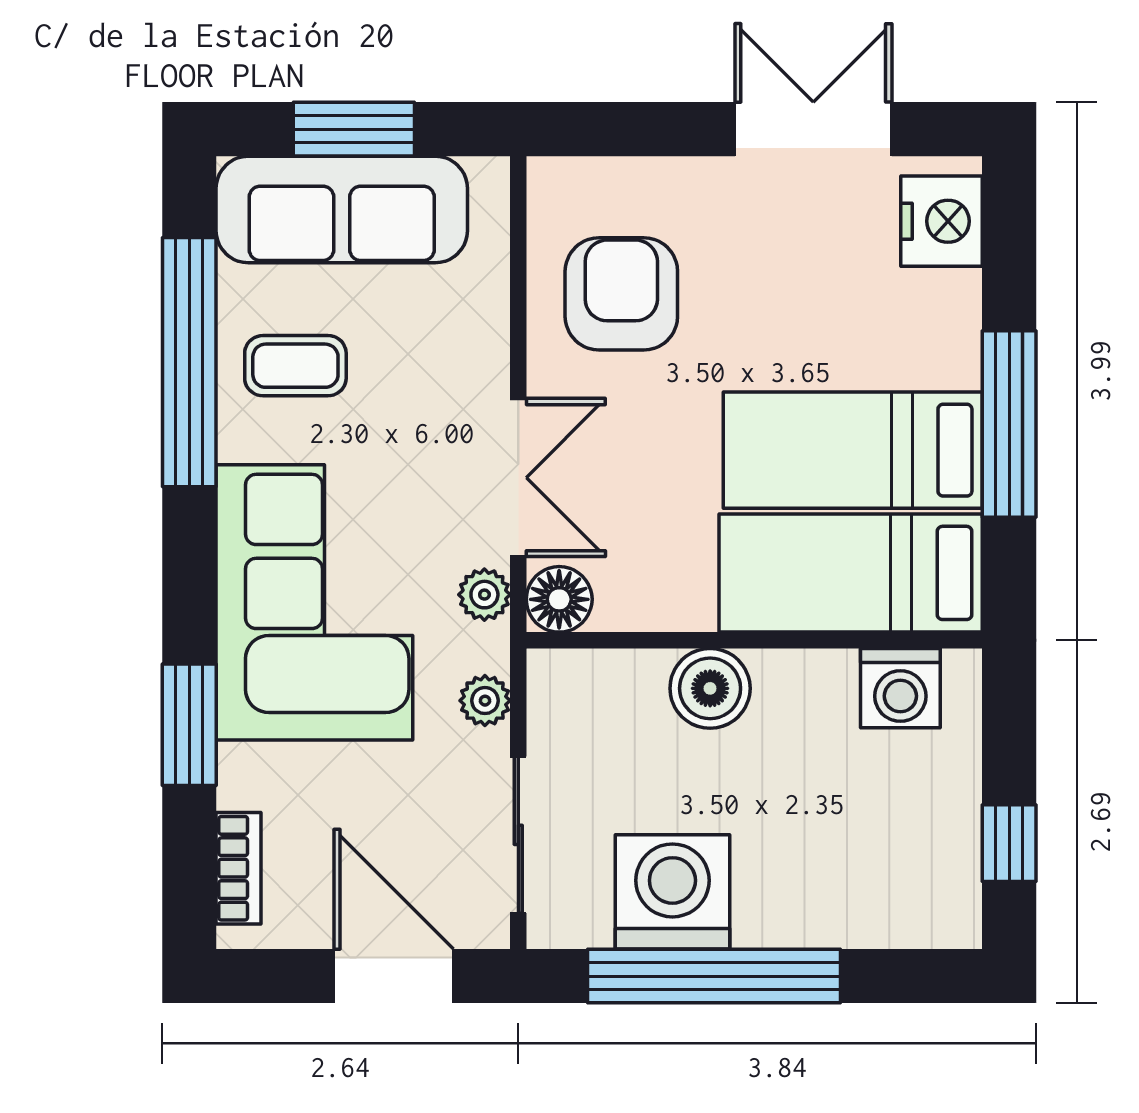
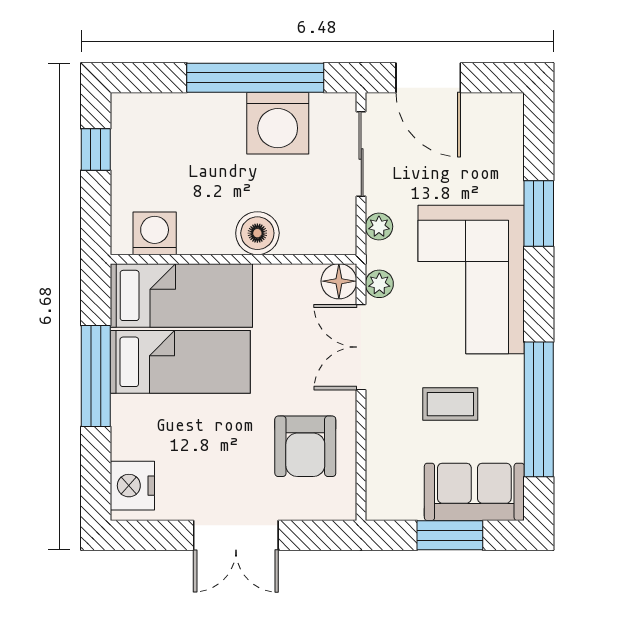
double door: (813, 129) -> (236, 535), moved
sofa: (342, 209) -> (474, 492), width x0.73
coffee table: (295, 366) -> (450, 404), moved
bookcase: (239, 868) -> (512, 136), removed

